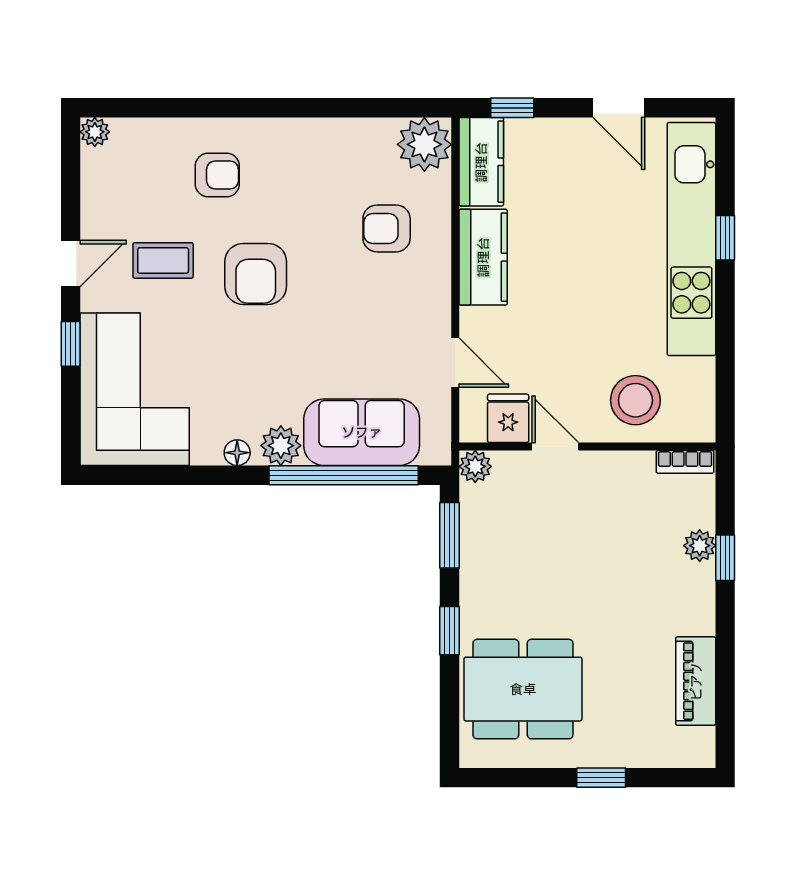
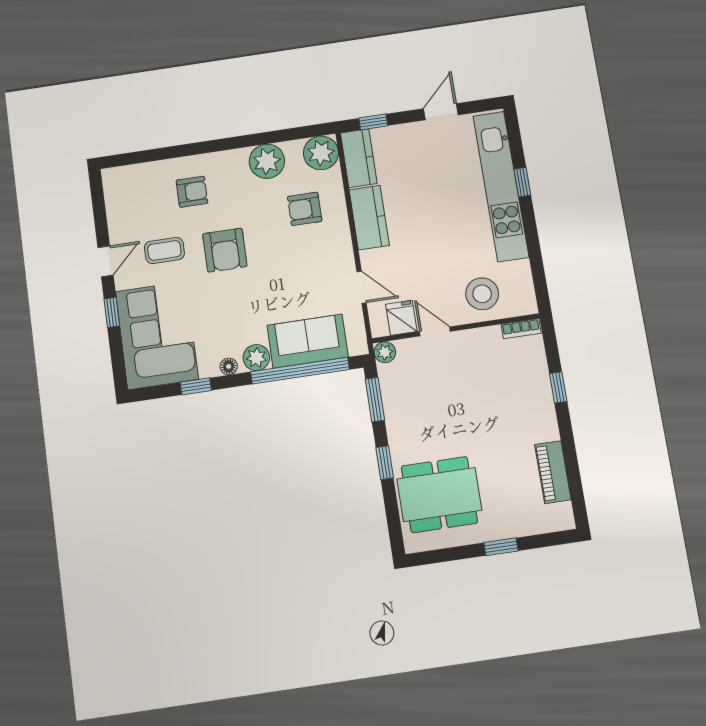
door: (619, 108) -> (441, 112), swing flipped
plant: (95, 132) -> (267, 161), moved, width x1.87, depth x1.87
window: (184, 475) -> (196, 386), added
plant: (700, 546) -> (540, 382), removed

